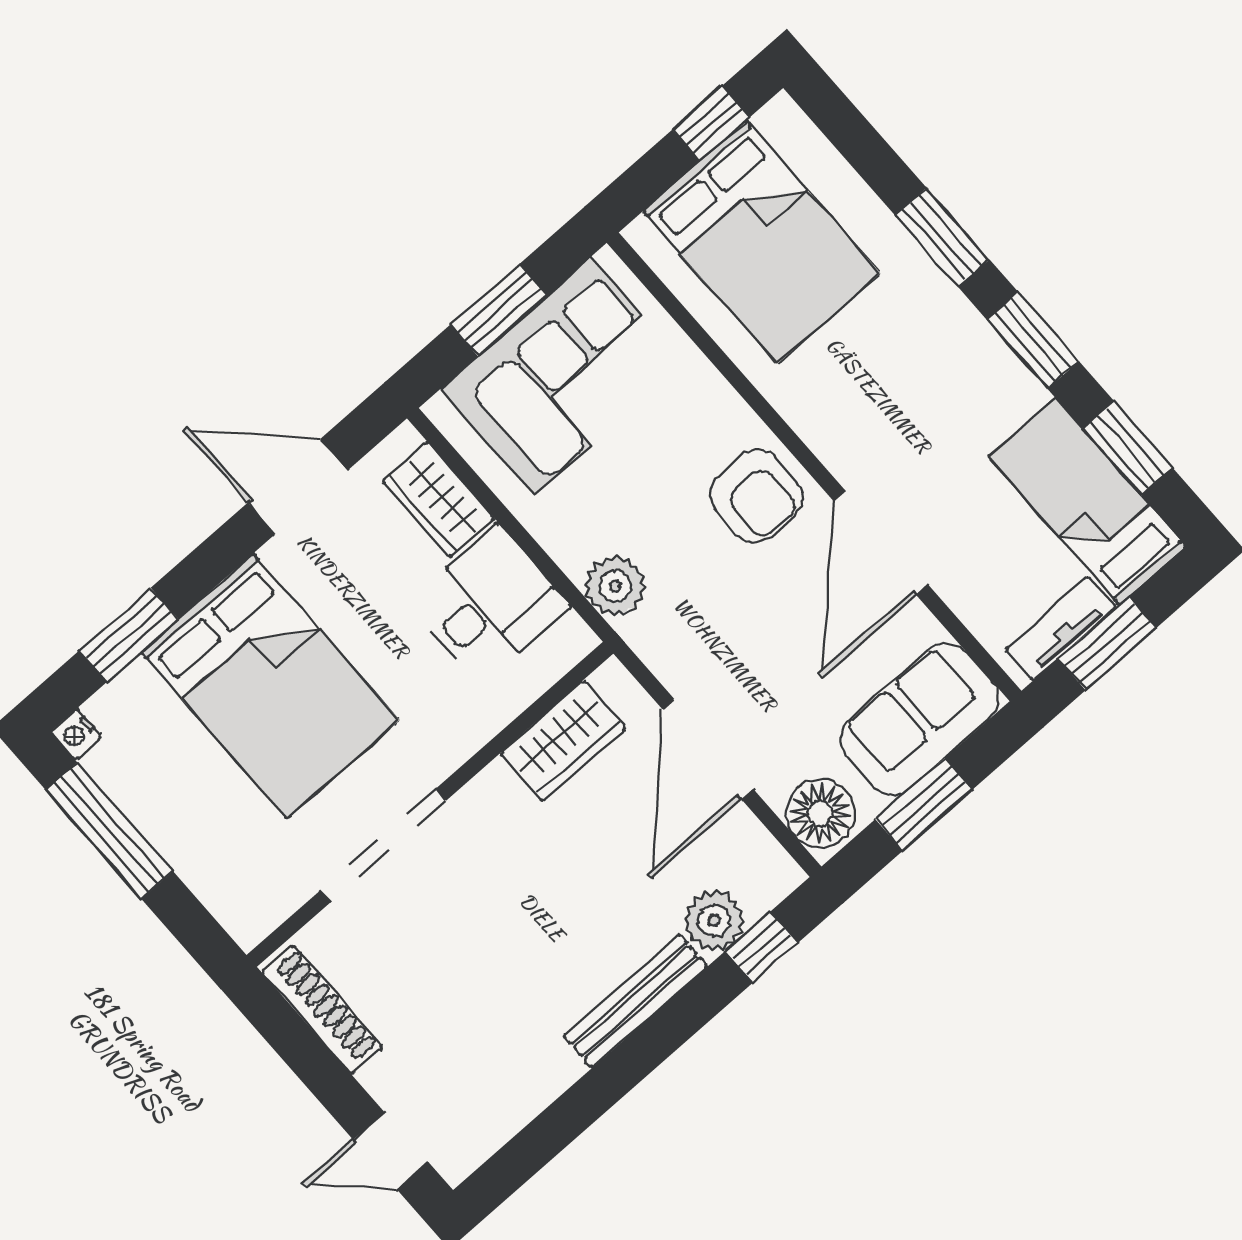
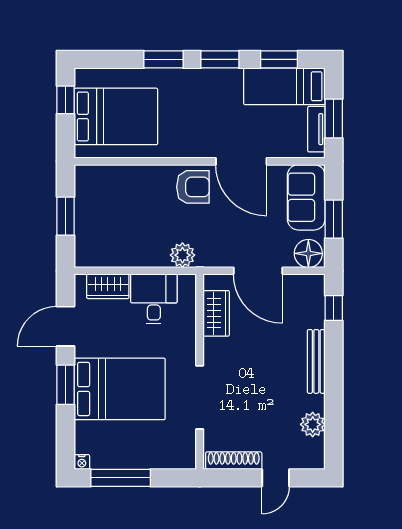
corner sofa: (563, 377) -> (103, 215), removed
window: (129, 635) -> (65, 385), moved
plant: (714, 921) -> (313, 424), moved
door: (391, 1151) -> (276, 478), moved

